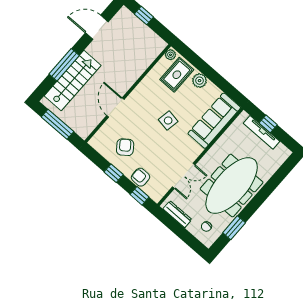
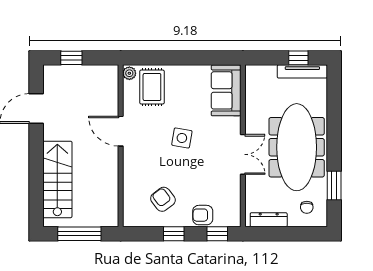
window: (64, 65) -> (36, 171), removed
plant: (200, 81) -> (179, 74), removed
door: (115, 107) -> (121, 131), moved
sofa: (214, 121) -> (226, 90), width x0.73
window: (268, 124) -> (298, 58), moved
tv unit: (262, 132) -> (302, 71), moved
double door: (184, 176) -> (243, 154), moved

